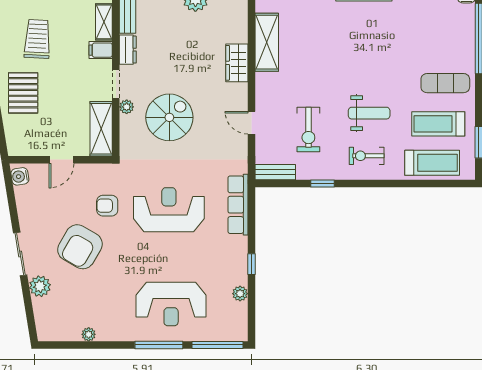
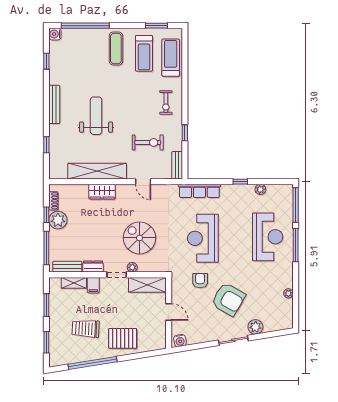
shelving: (267, 42) -> (97, 171), width x1.47
weight bench: (369, 113) -> (96, 116), moved, width x1.36, depth x1.33
door: (251, 123) -> (143, 182), hinge flipped
armchair: (107, 206) -> (200, 281), turned 180

